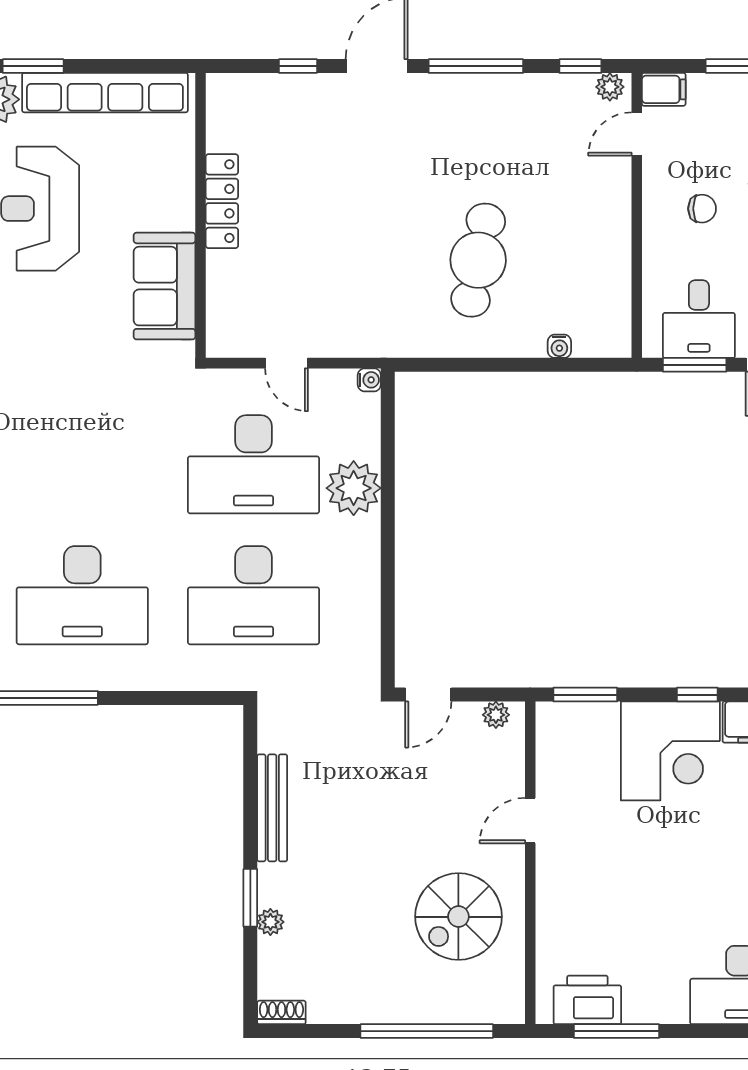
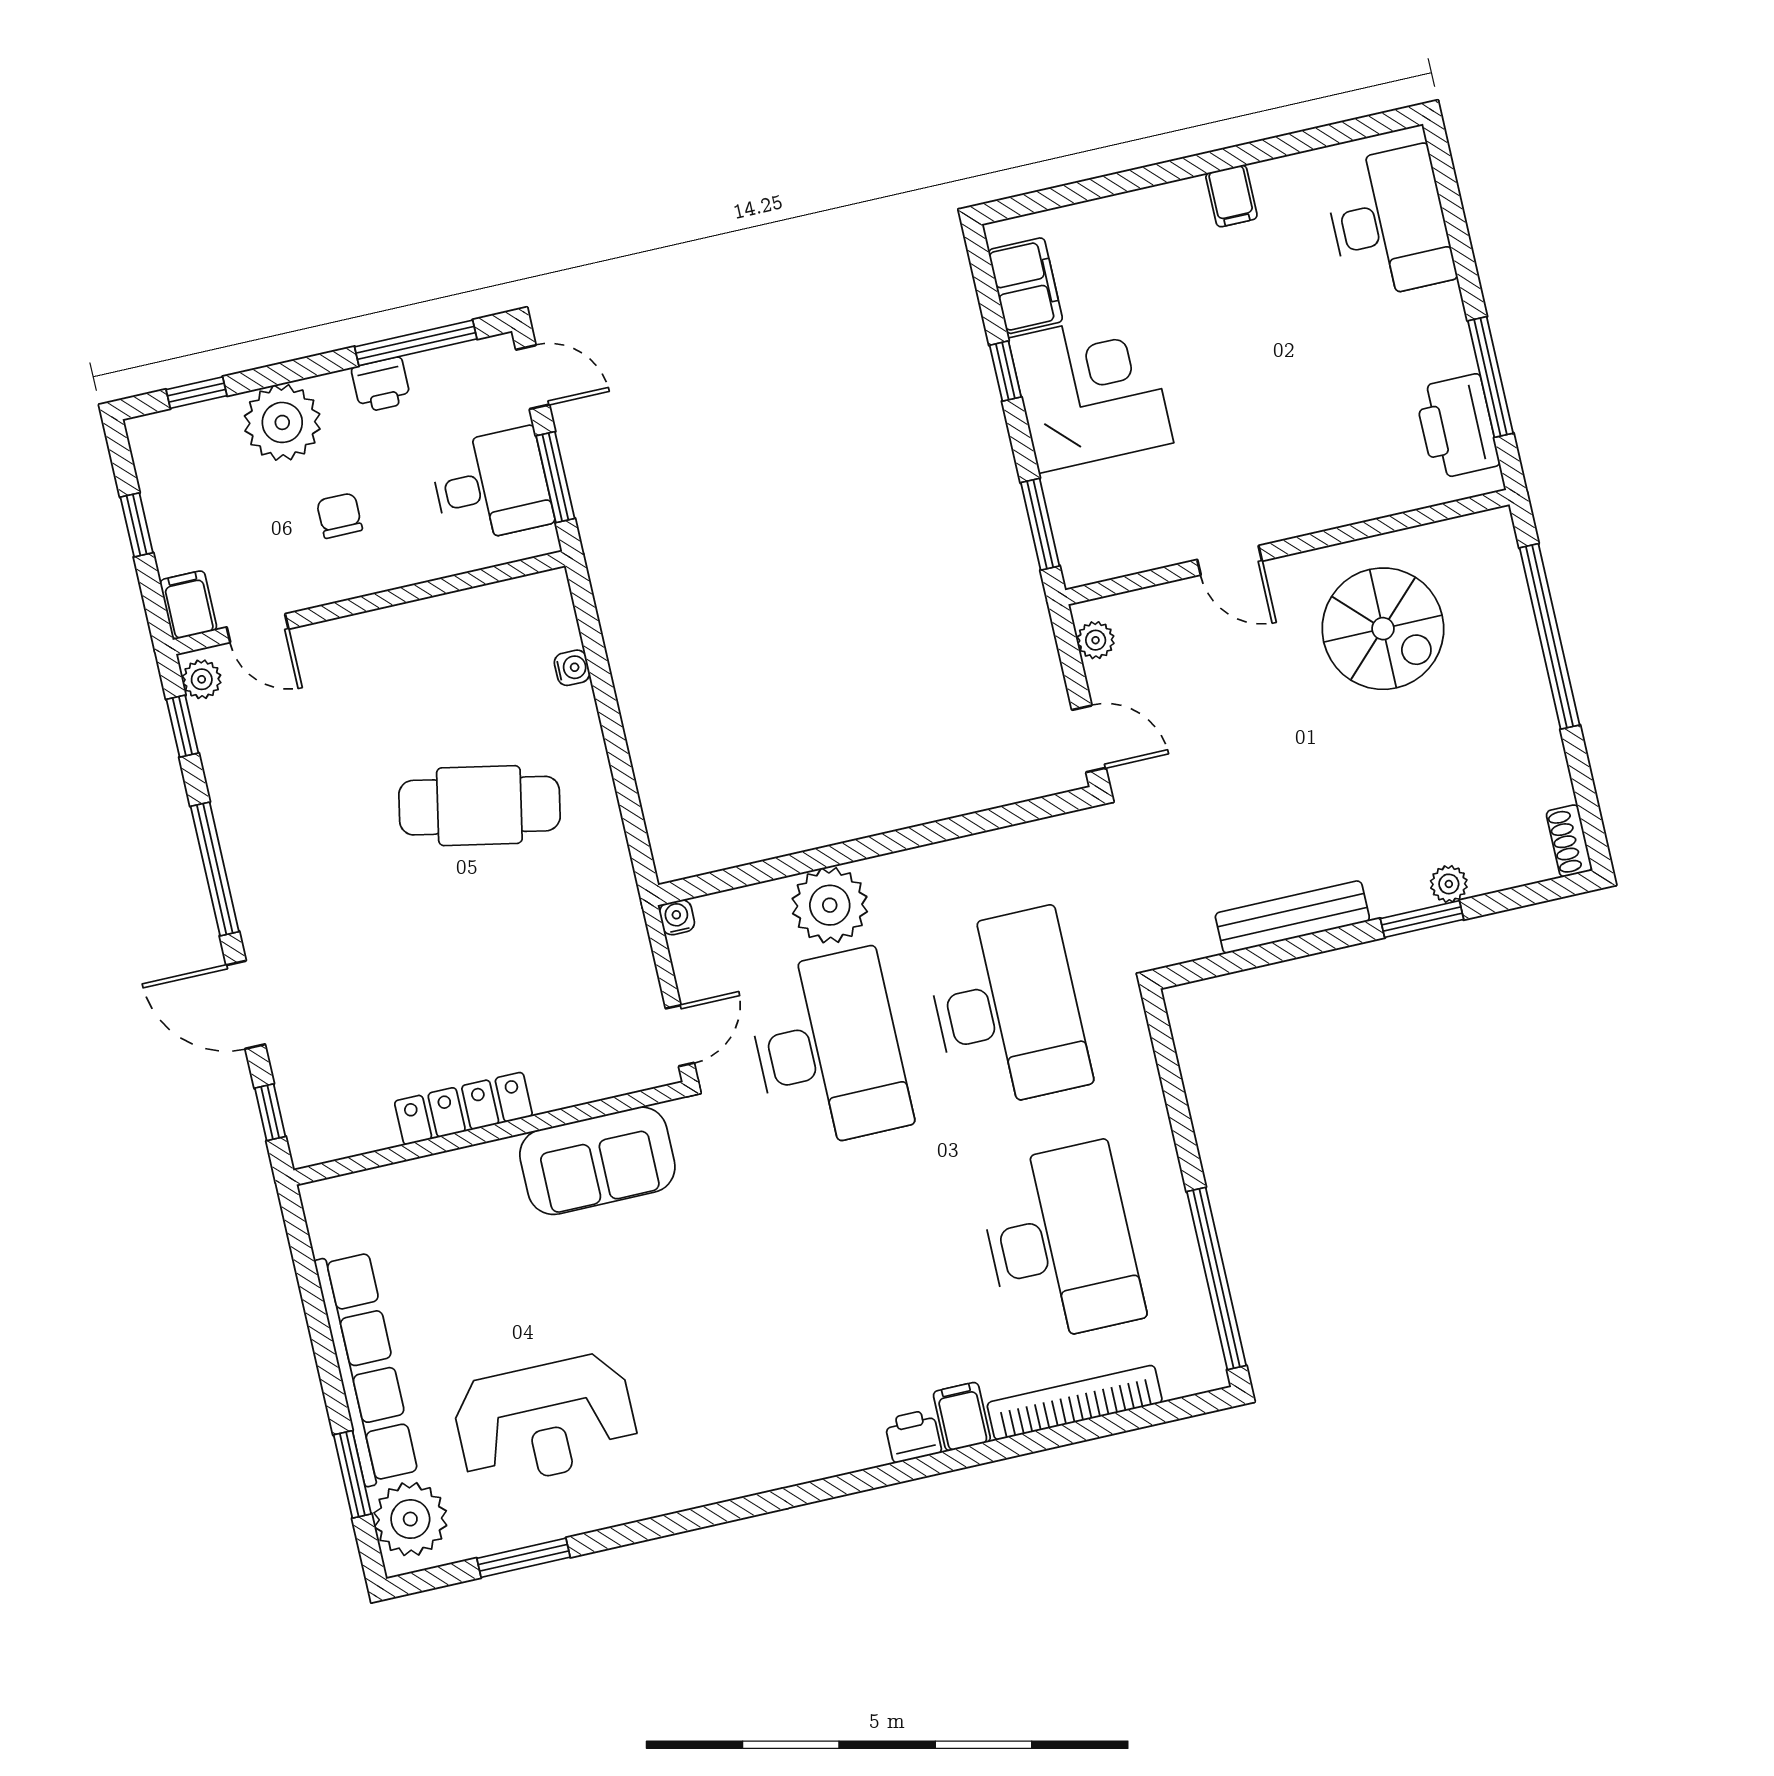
locker: (222, 201) -> (463, 1109), moved
wall: (201, 215) -> (490, 1133), moved
sofa: (164, 286) -> (597, 1161), moved

